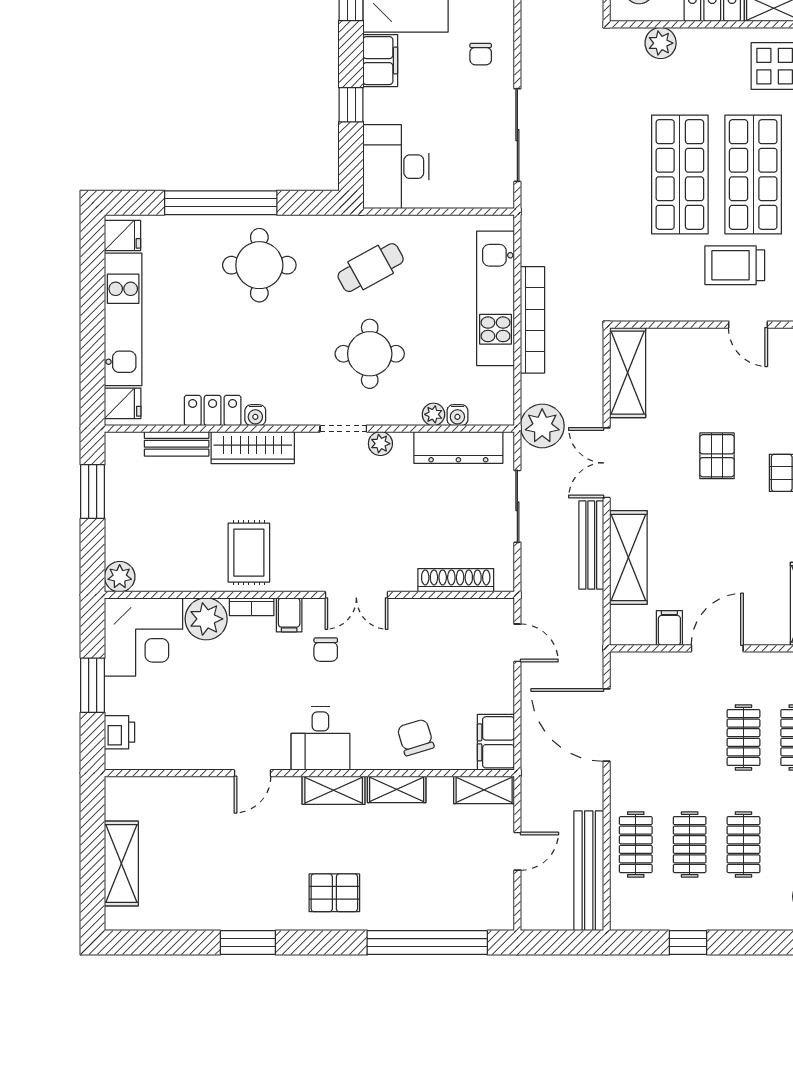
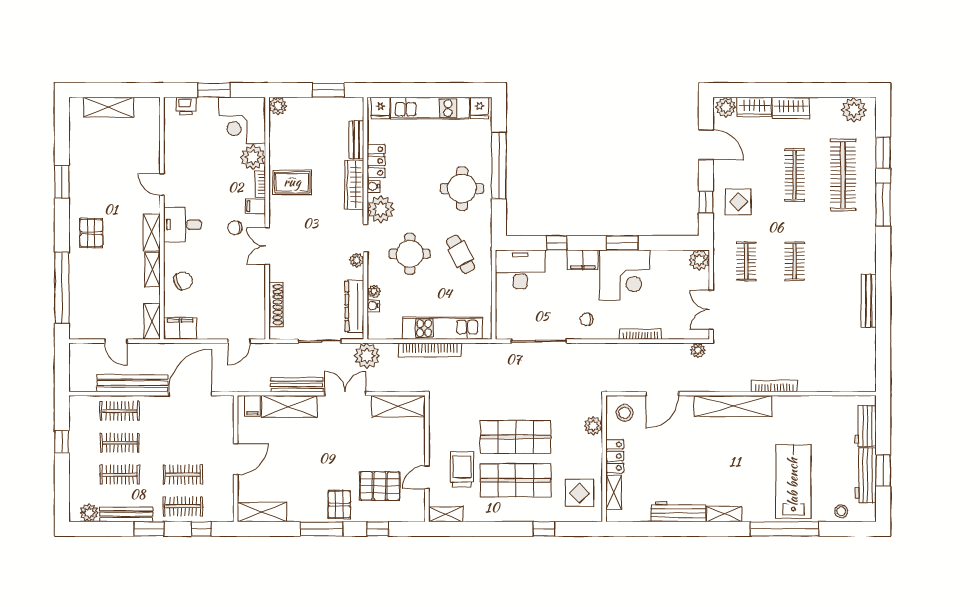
plant: (294, 403) -> (381, 209), added
pallet: (717, 456) -> (380, 486), moved, width x1.50, depth x1.42
filing cabinet: (669, 628) -> (253, 406), moved, turned 90
door: (717, 648) -> (236, 459), hinge flipped
bench: (589, 871) -> (132, 383), moved

